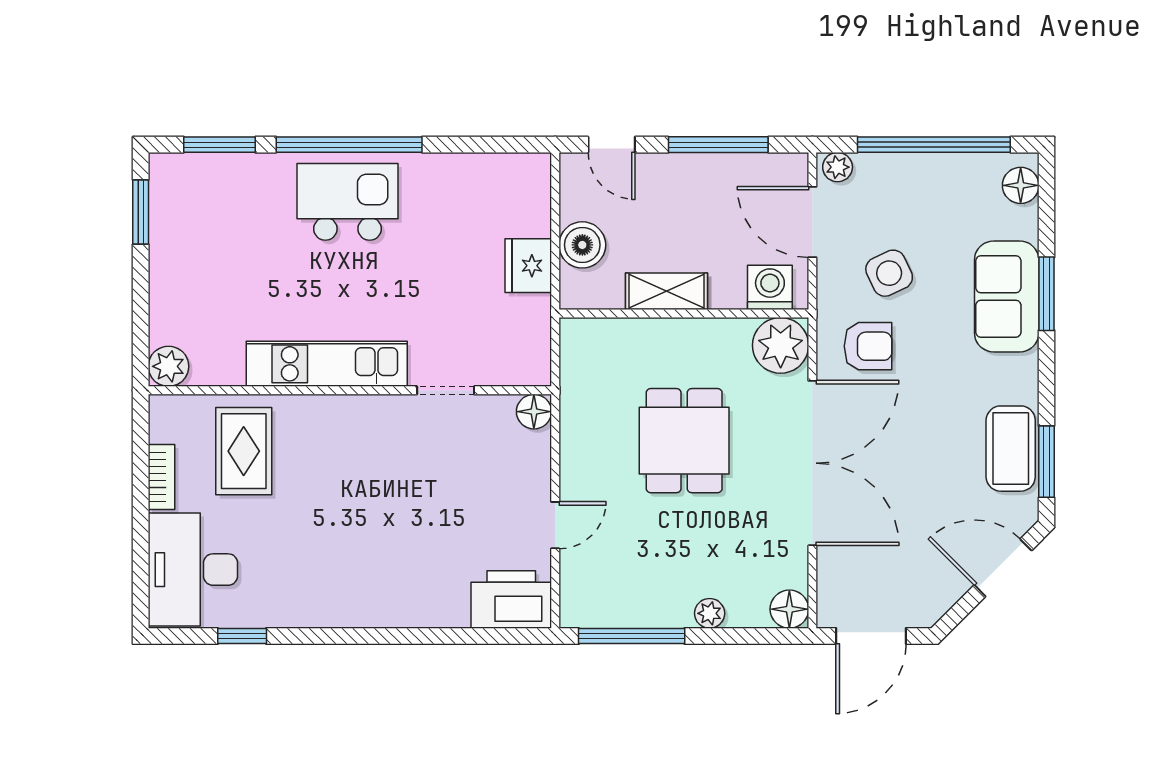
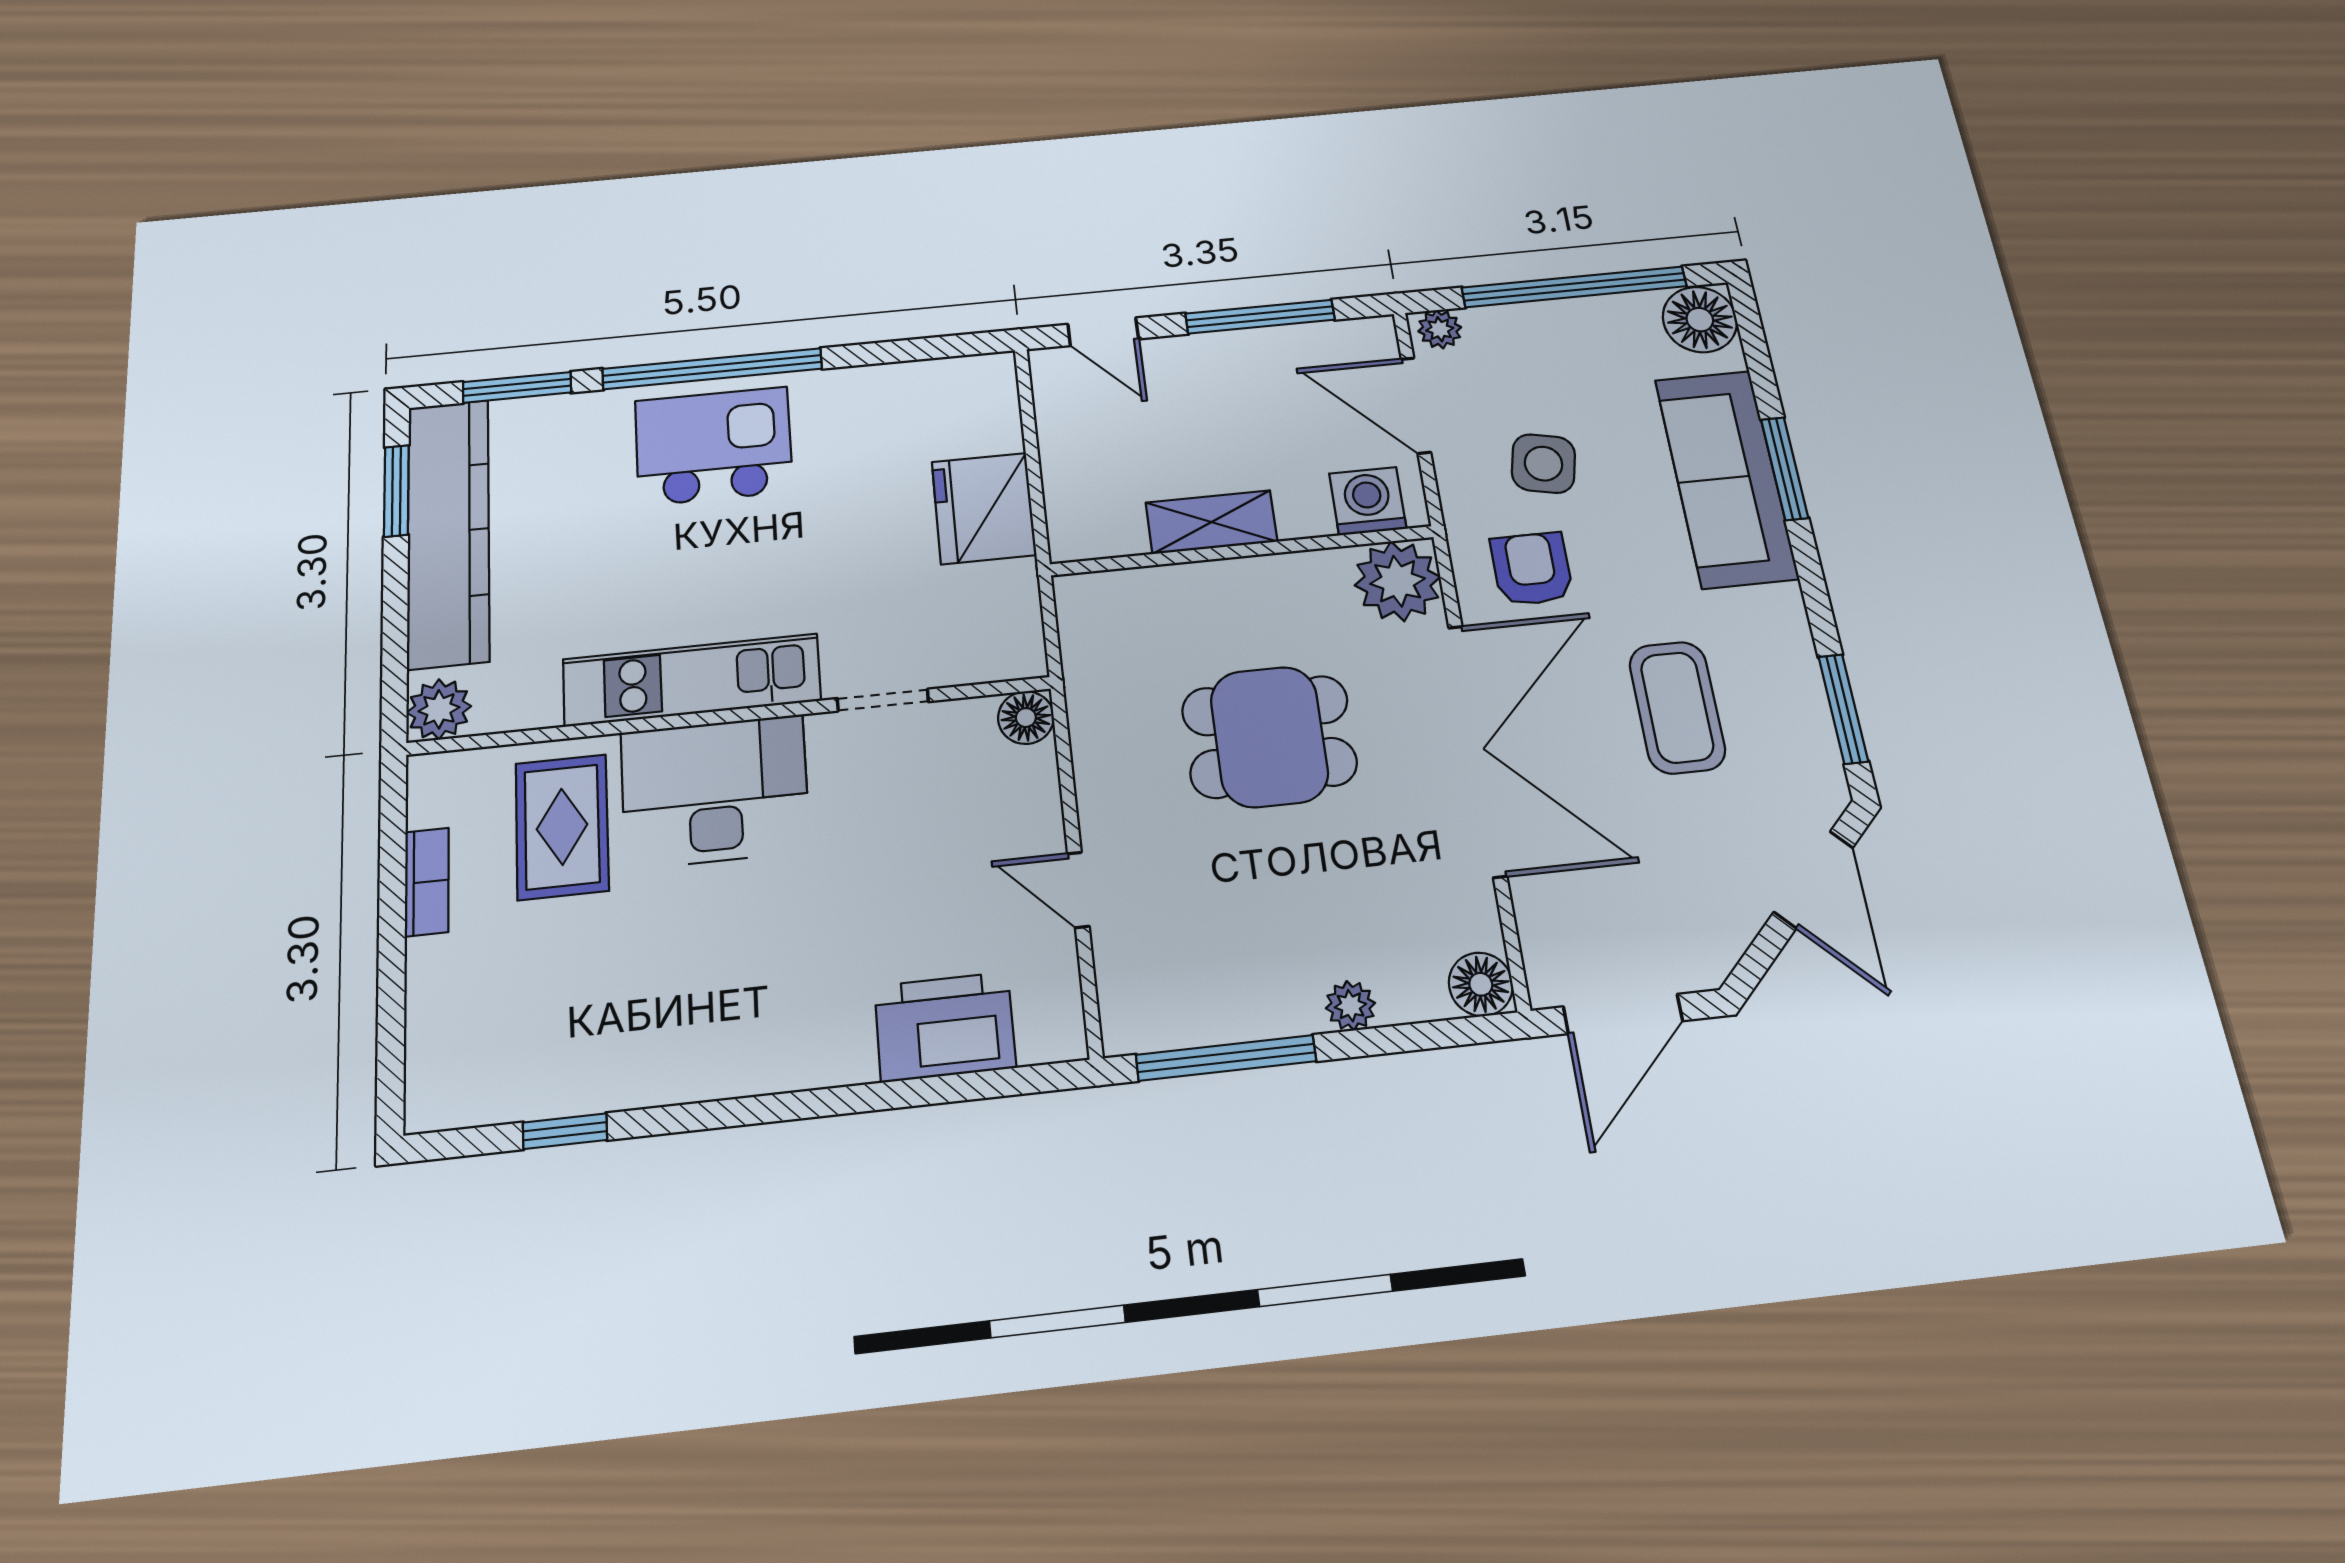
floor lamp: (1021, 185) -> (1700, 320), width x1.38, depth x1.38
kitchen counter: (174, 245) -> (448, 532), added
boiler: (582, 245) -> (1075, 470), removed
fridge: (528, 266) -> (984, 508), width x1.36, depth x1.34
side table: (889, 273) -> (1543, 464), turned 37
sofa: (1007, 296) -> (1726, 478), width x1.36
armchair: (868, 346) -> (1532, 569), turned -90
dining table: (684, 441) -> (1269, 737), turned 90
coffee table: (1011, 449) -> (1677, 707), moved
door: (555, 525) -> (1078, 890), swing flipped
door: (1003, 568) -> (1813, 880), swing flipped
desk: (193, 570) -> (715, 791), moved, turned 90
printer: (511, 599) -> (945, 1027), moved

